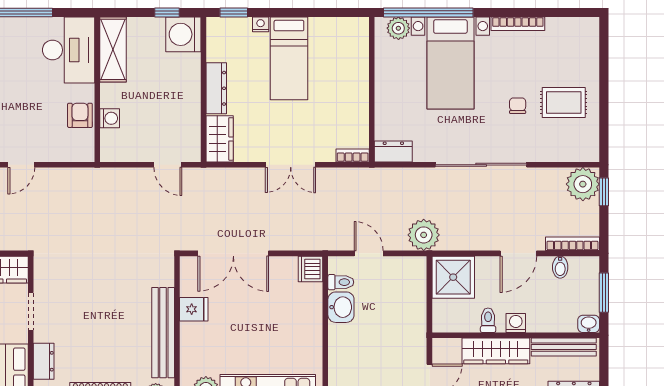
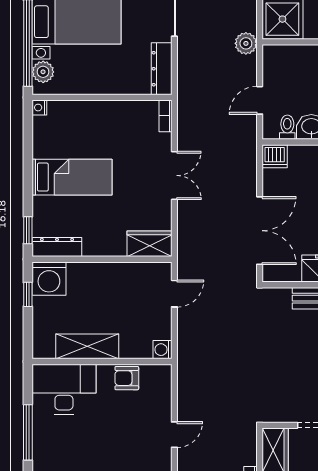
nightstand: (261, 24) -> (39, 108), moved
shelving: (113, 49) -> (87, 346), moved
dresser: (216, 88) -> (57, 247), moved
washing machine: (110, 118) -> (162, 350), moved, turned -90
dresser: (393, 152) -> (162, 69), width x1.44
door: (21, 165) -> (174, 435), hinge flipped
plant: (424, 235) -> (246, 43), width x0.73, depth x0.73

